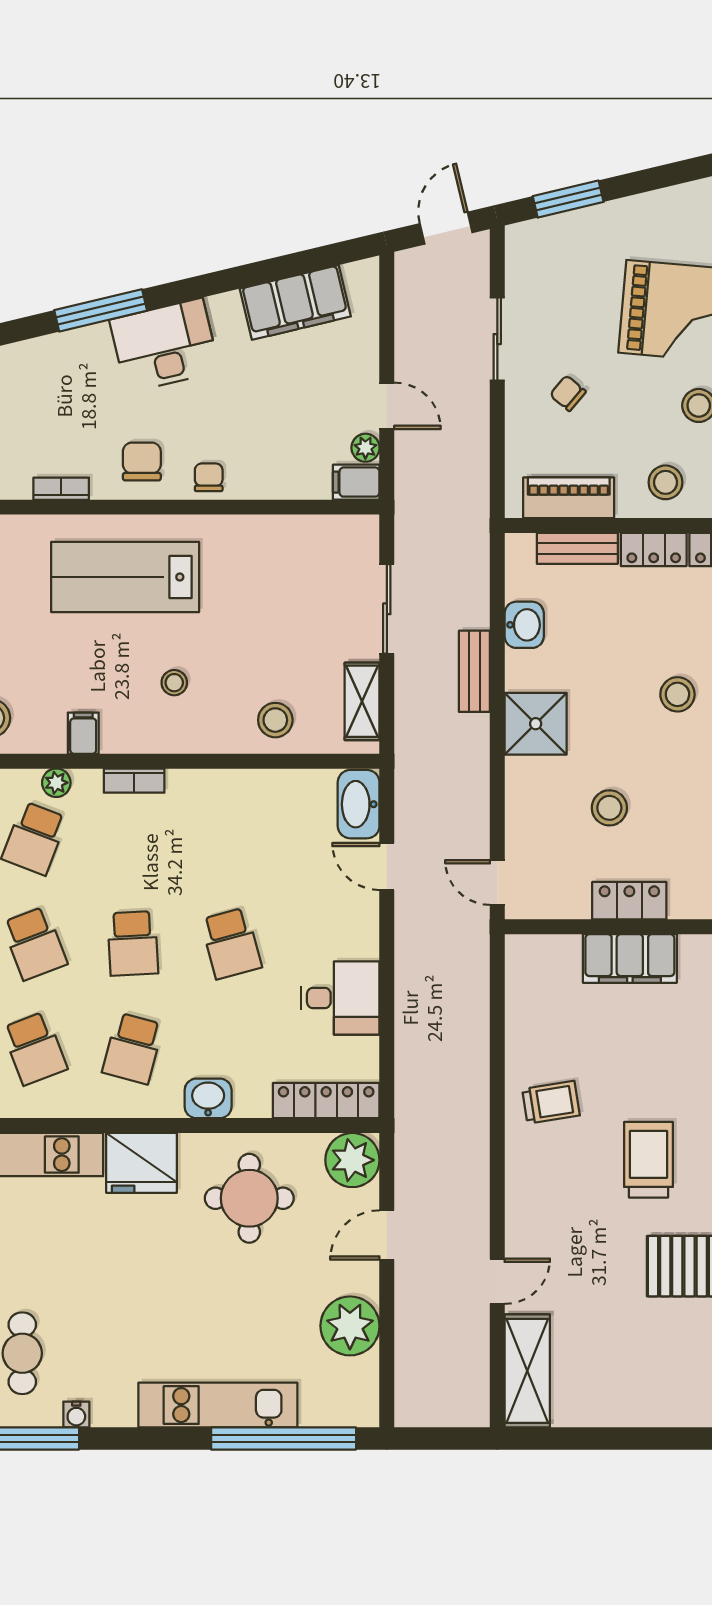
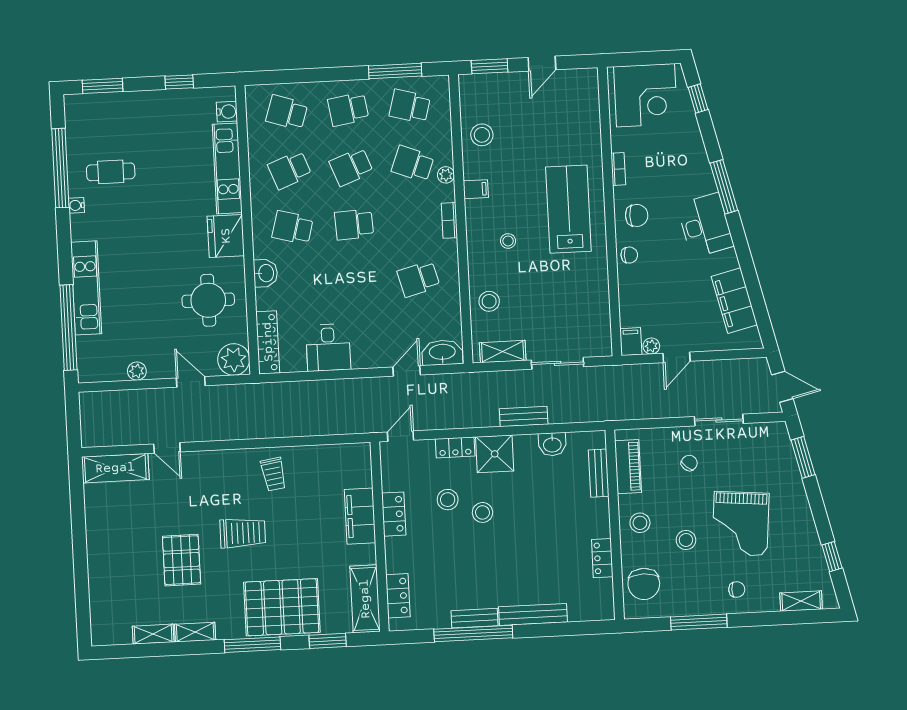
locker: (654, 550) -> (455, 447), moved, turned -90
stool: (677, 694) -> (482, 512), moved
school desk: (231, 943) -> (419, 279), moved
plant: (350, 1326) -> (137, 371), width x0.53, depth x0.53

